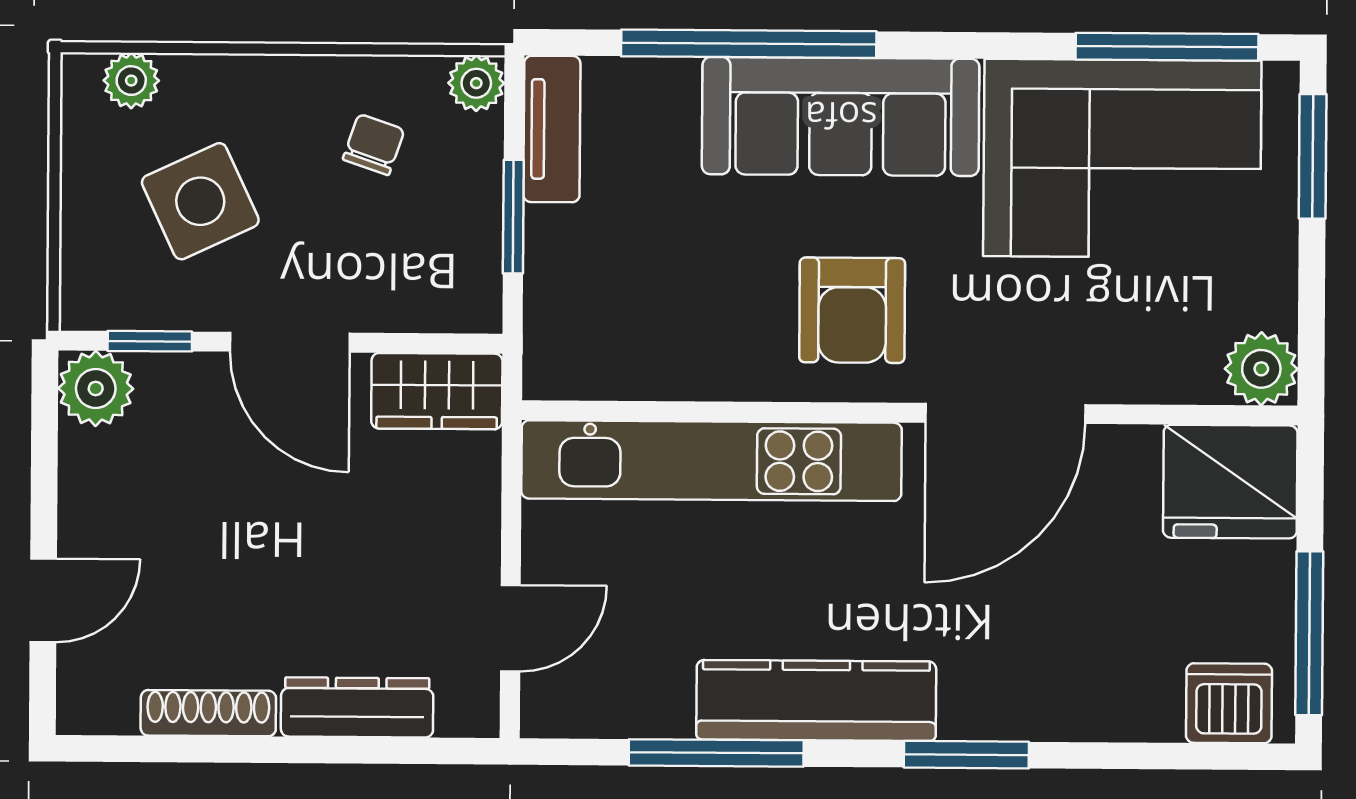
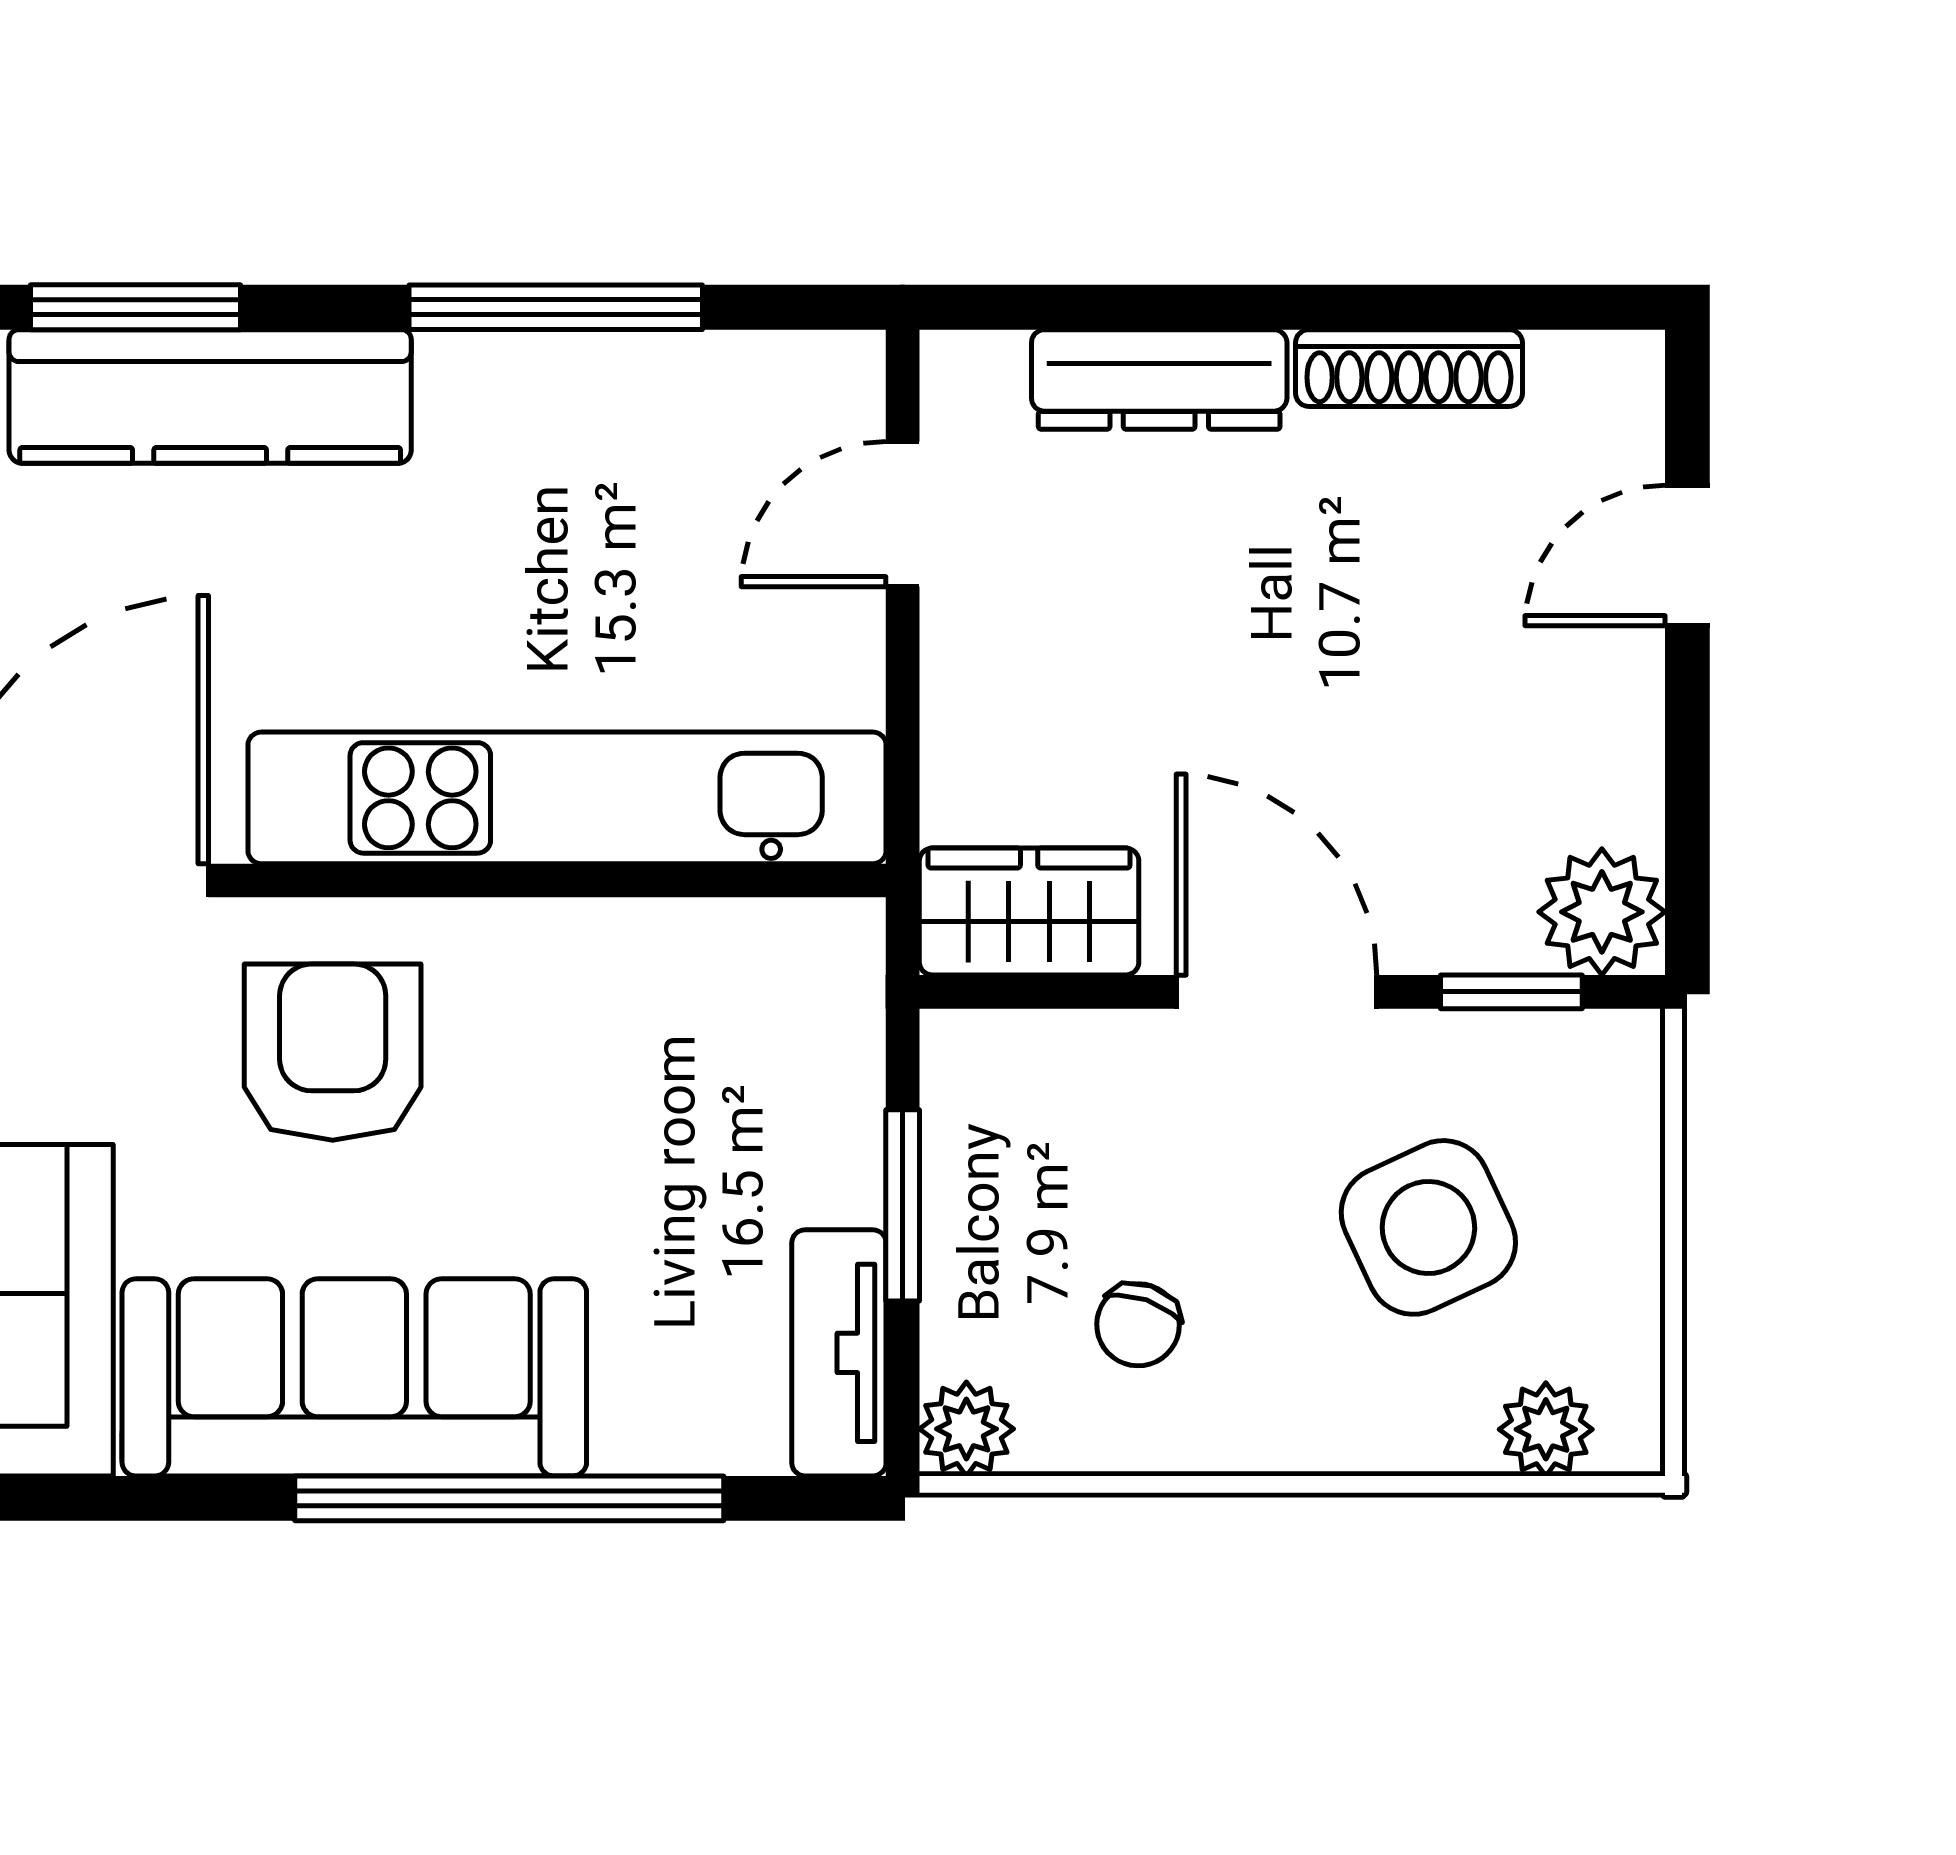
kitchen counter: (816, 700) -> (210, 396), moved

